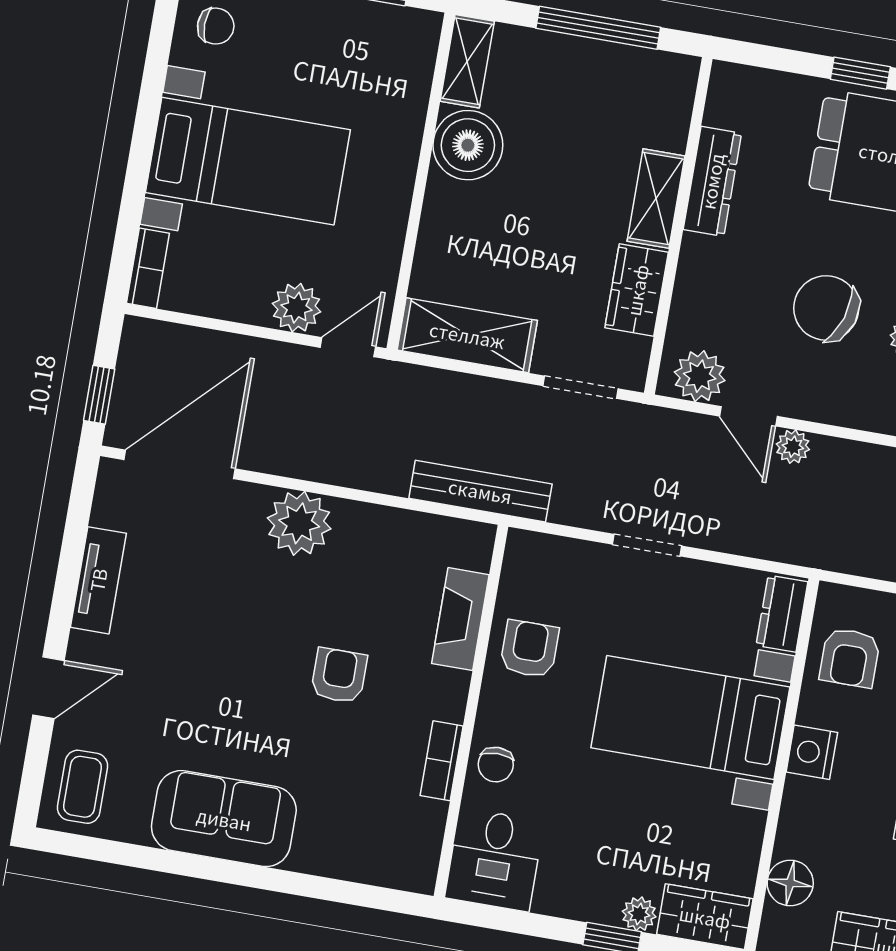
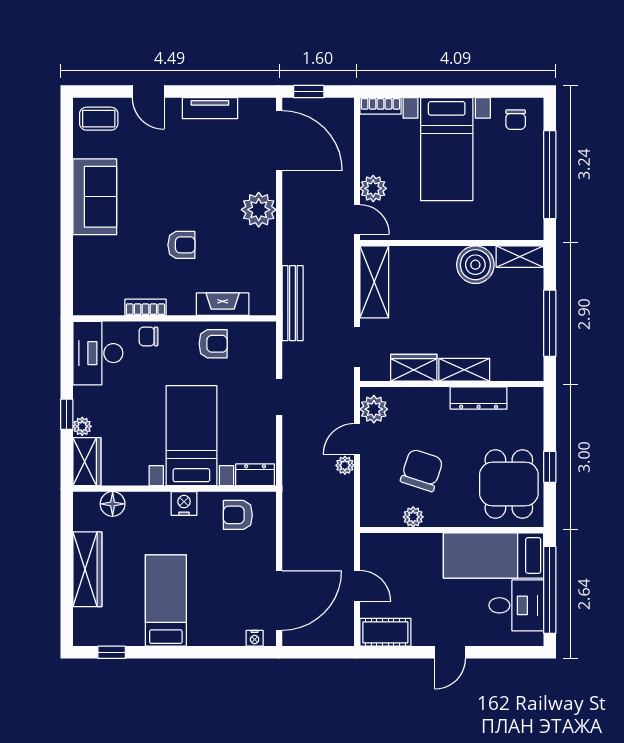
desk: (494, 860) -> (98, 353), width x1.37

